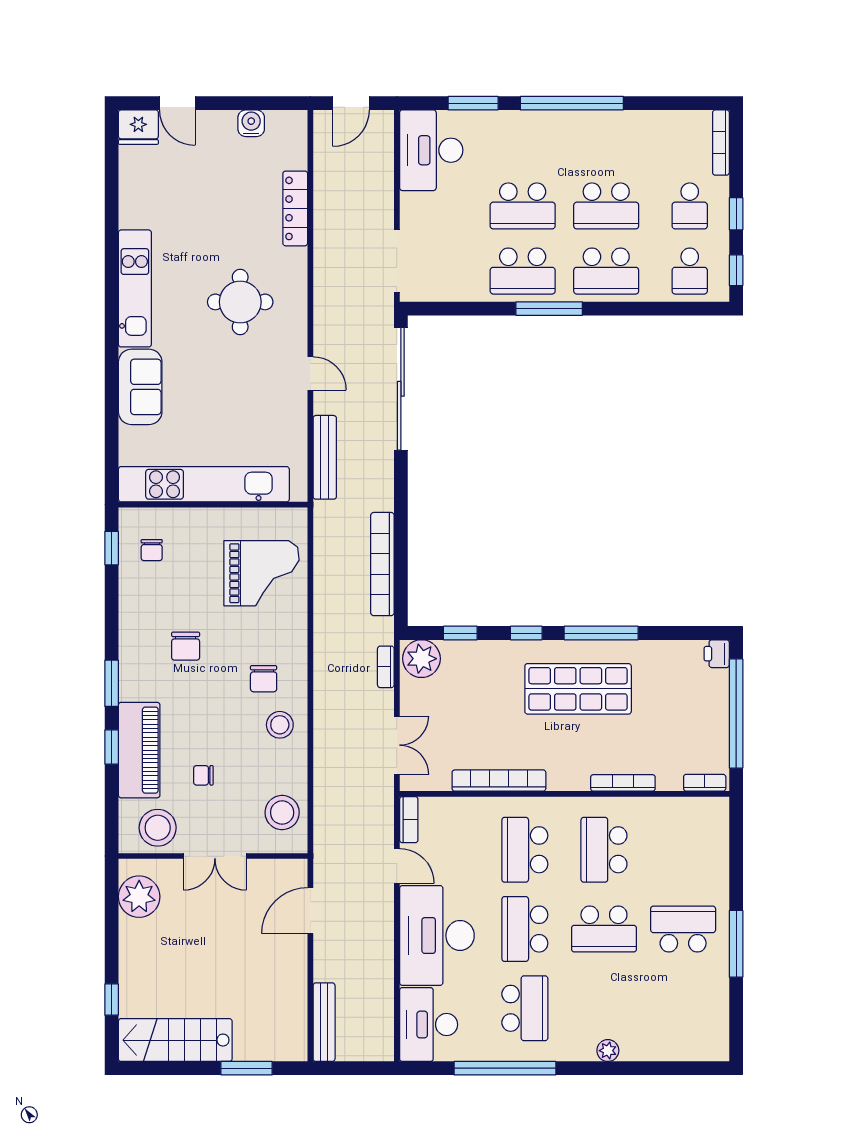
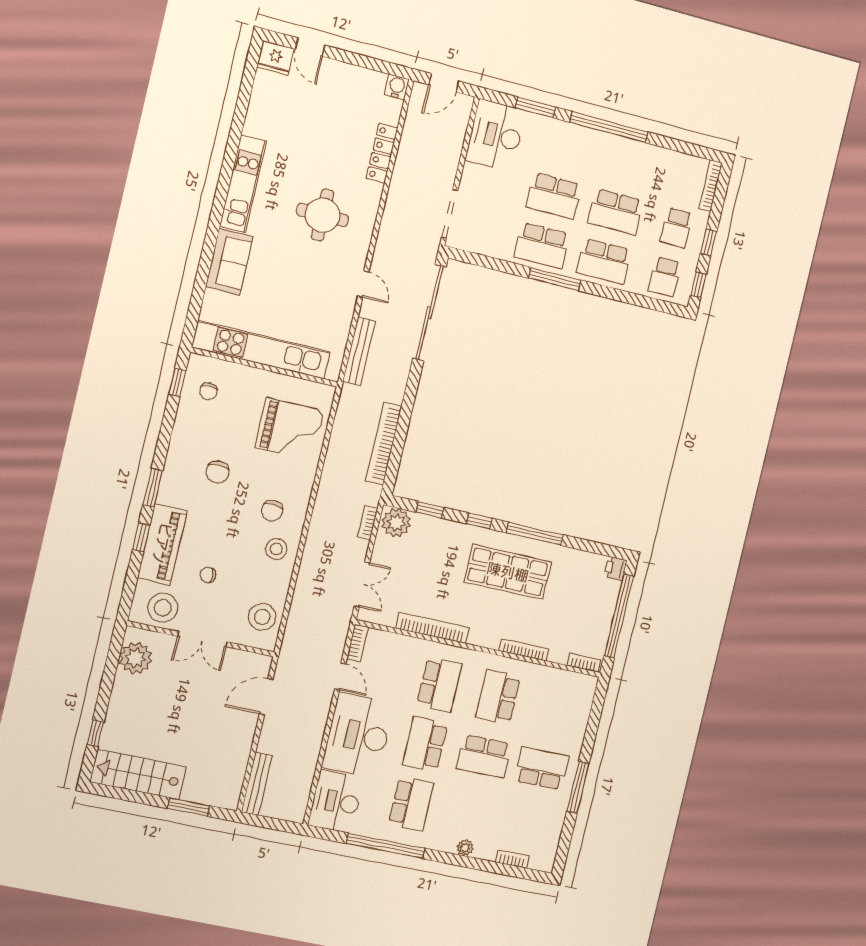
water cooler: (251, 123) -> (397, 87), moved
school desk: (525, 850) -> (439, 684), turned 180
bookcase: (673, 1053) -> (512, 859), added

